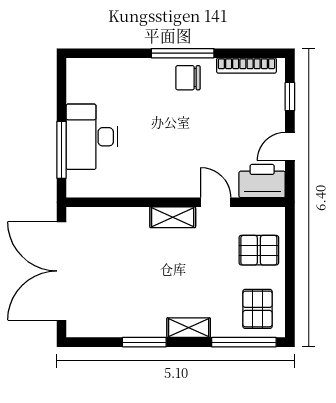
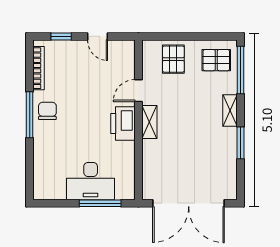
chair: (188, 78) -> (47, 111), turned 180
printer: (262, 181) -> (123, 124), moved

